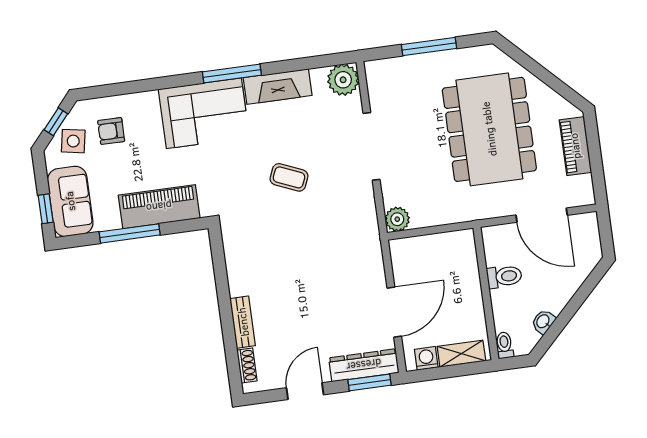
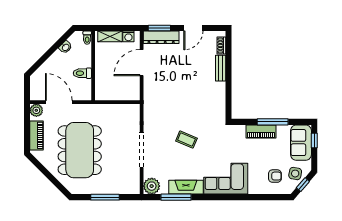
window: (232, 74) -> (176, 197), moved
piano: (159, 207) -> (261, 131), width x0.73, depth x0.75
plant: (397, 219) -> (36, 110), moved

